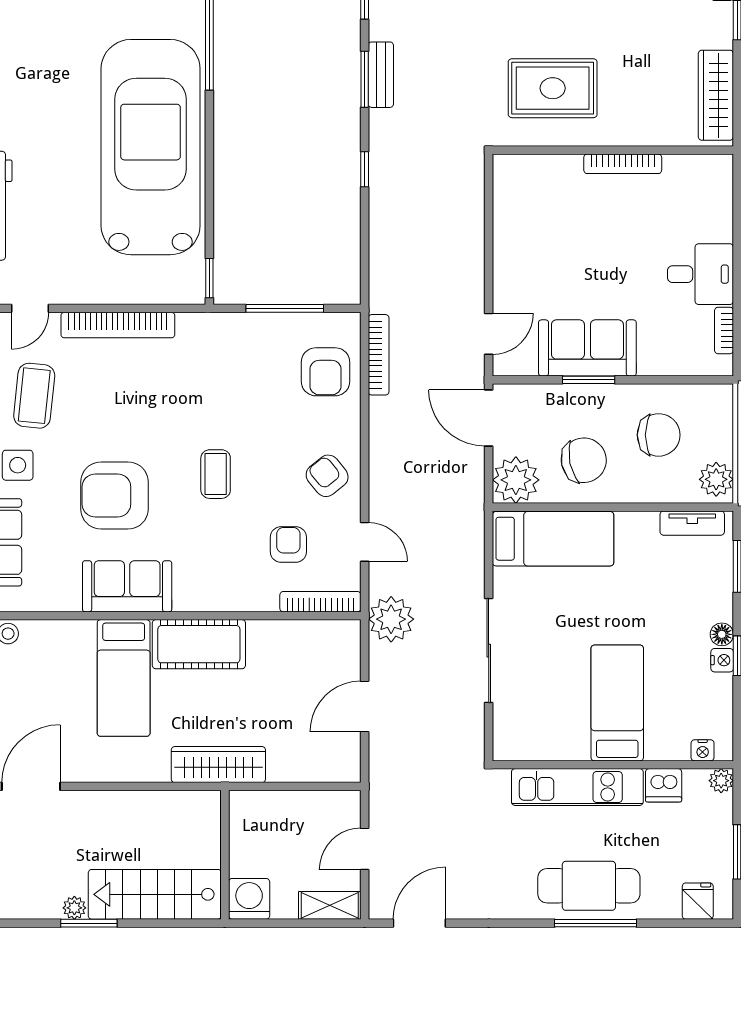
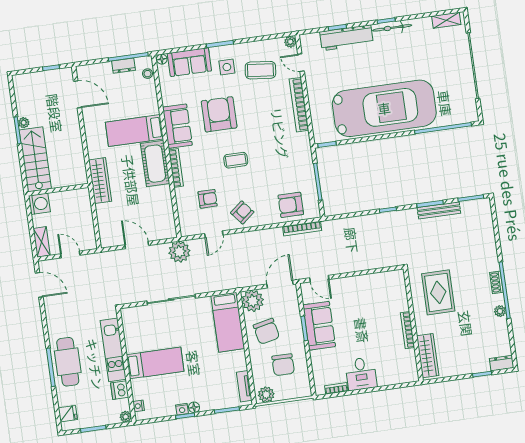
bench: (381, 75) -> (439, 210), width x1.36
wardrobe: (716, 95) -> (428, 356), moved, turned 90
bookcase: (320, 602) -> (176, 168), moved

